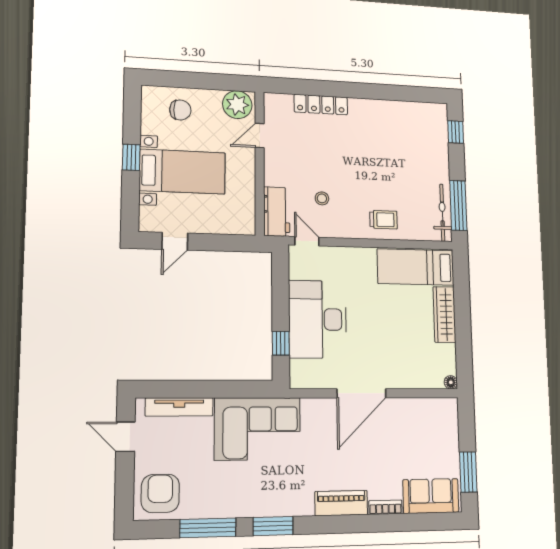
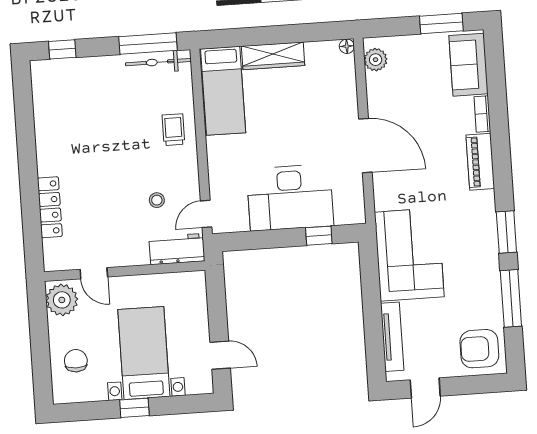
plant: (438, 408) -> (376, 60), added

